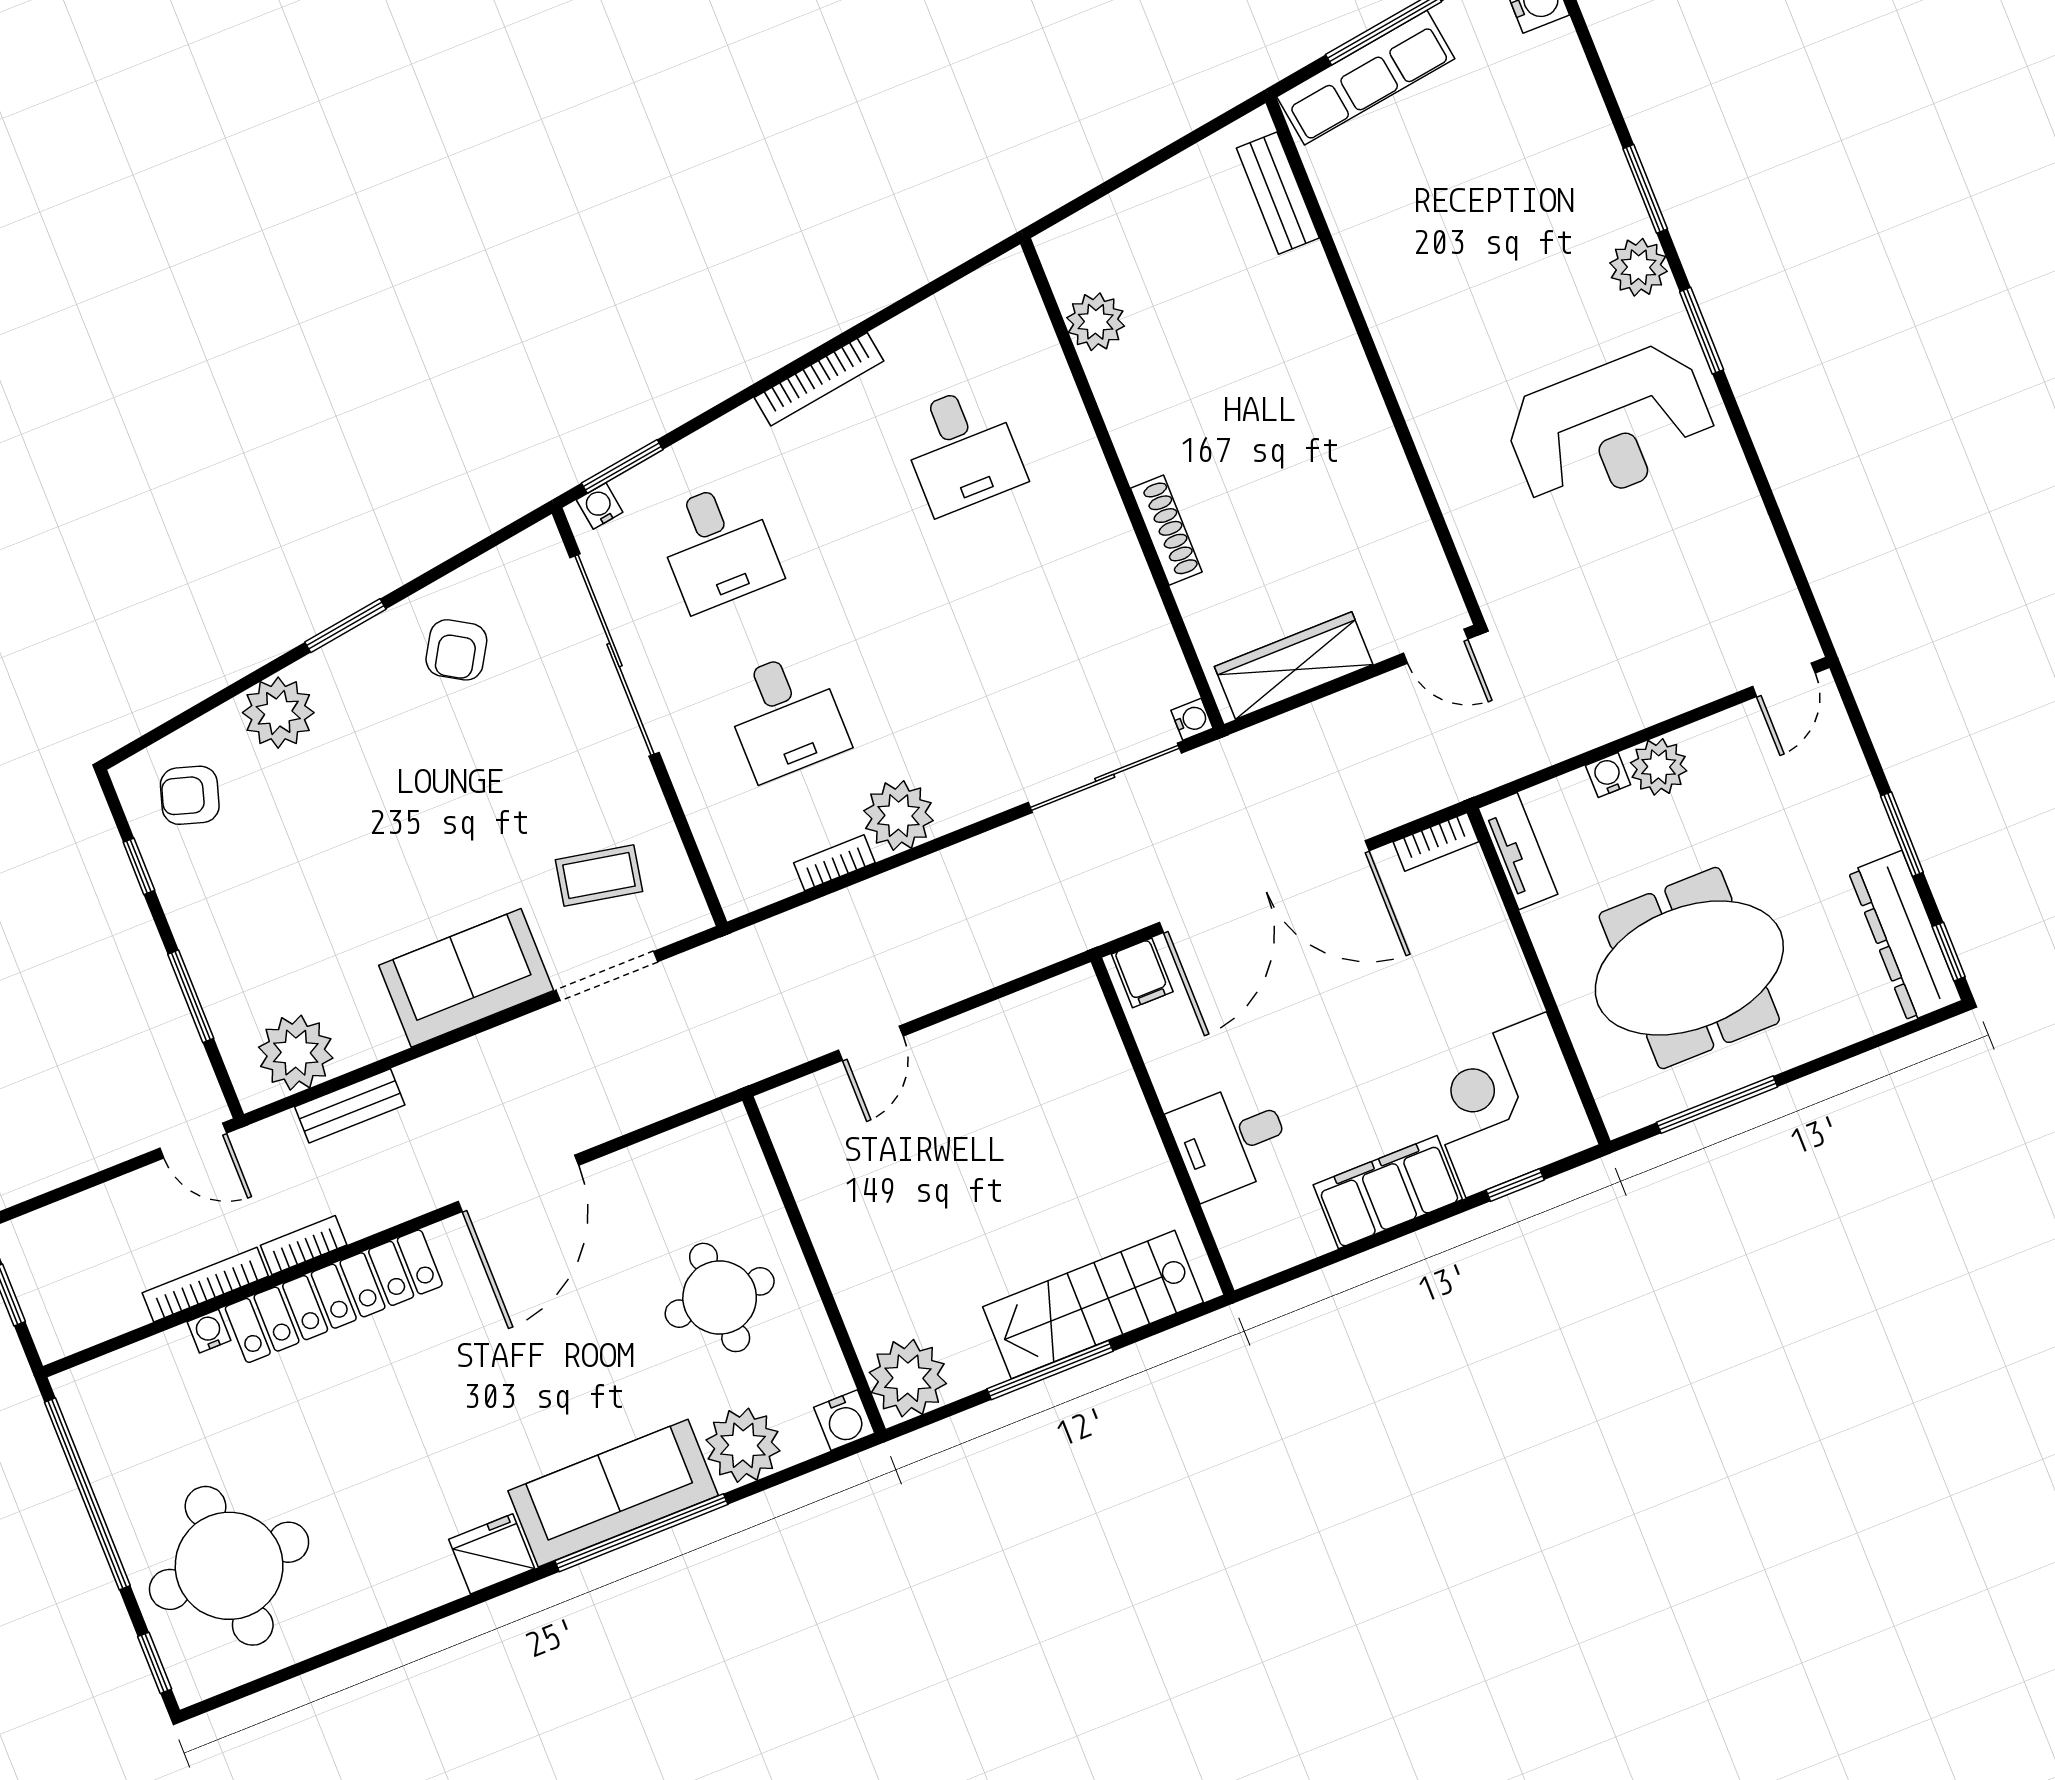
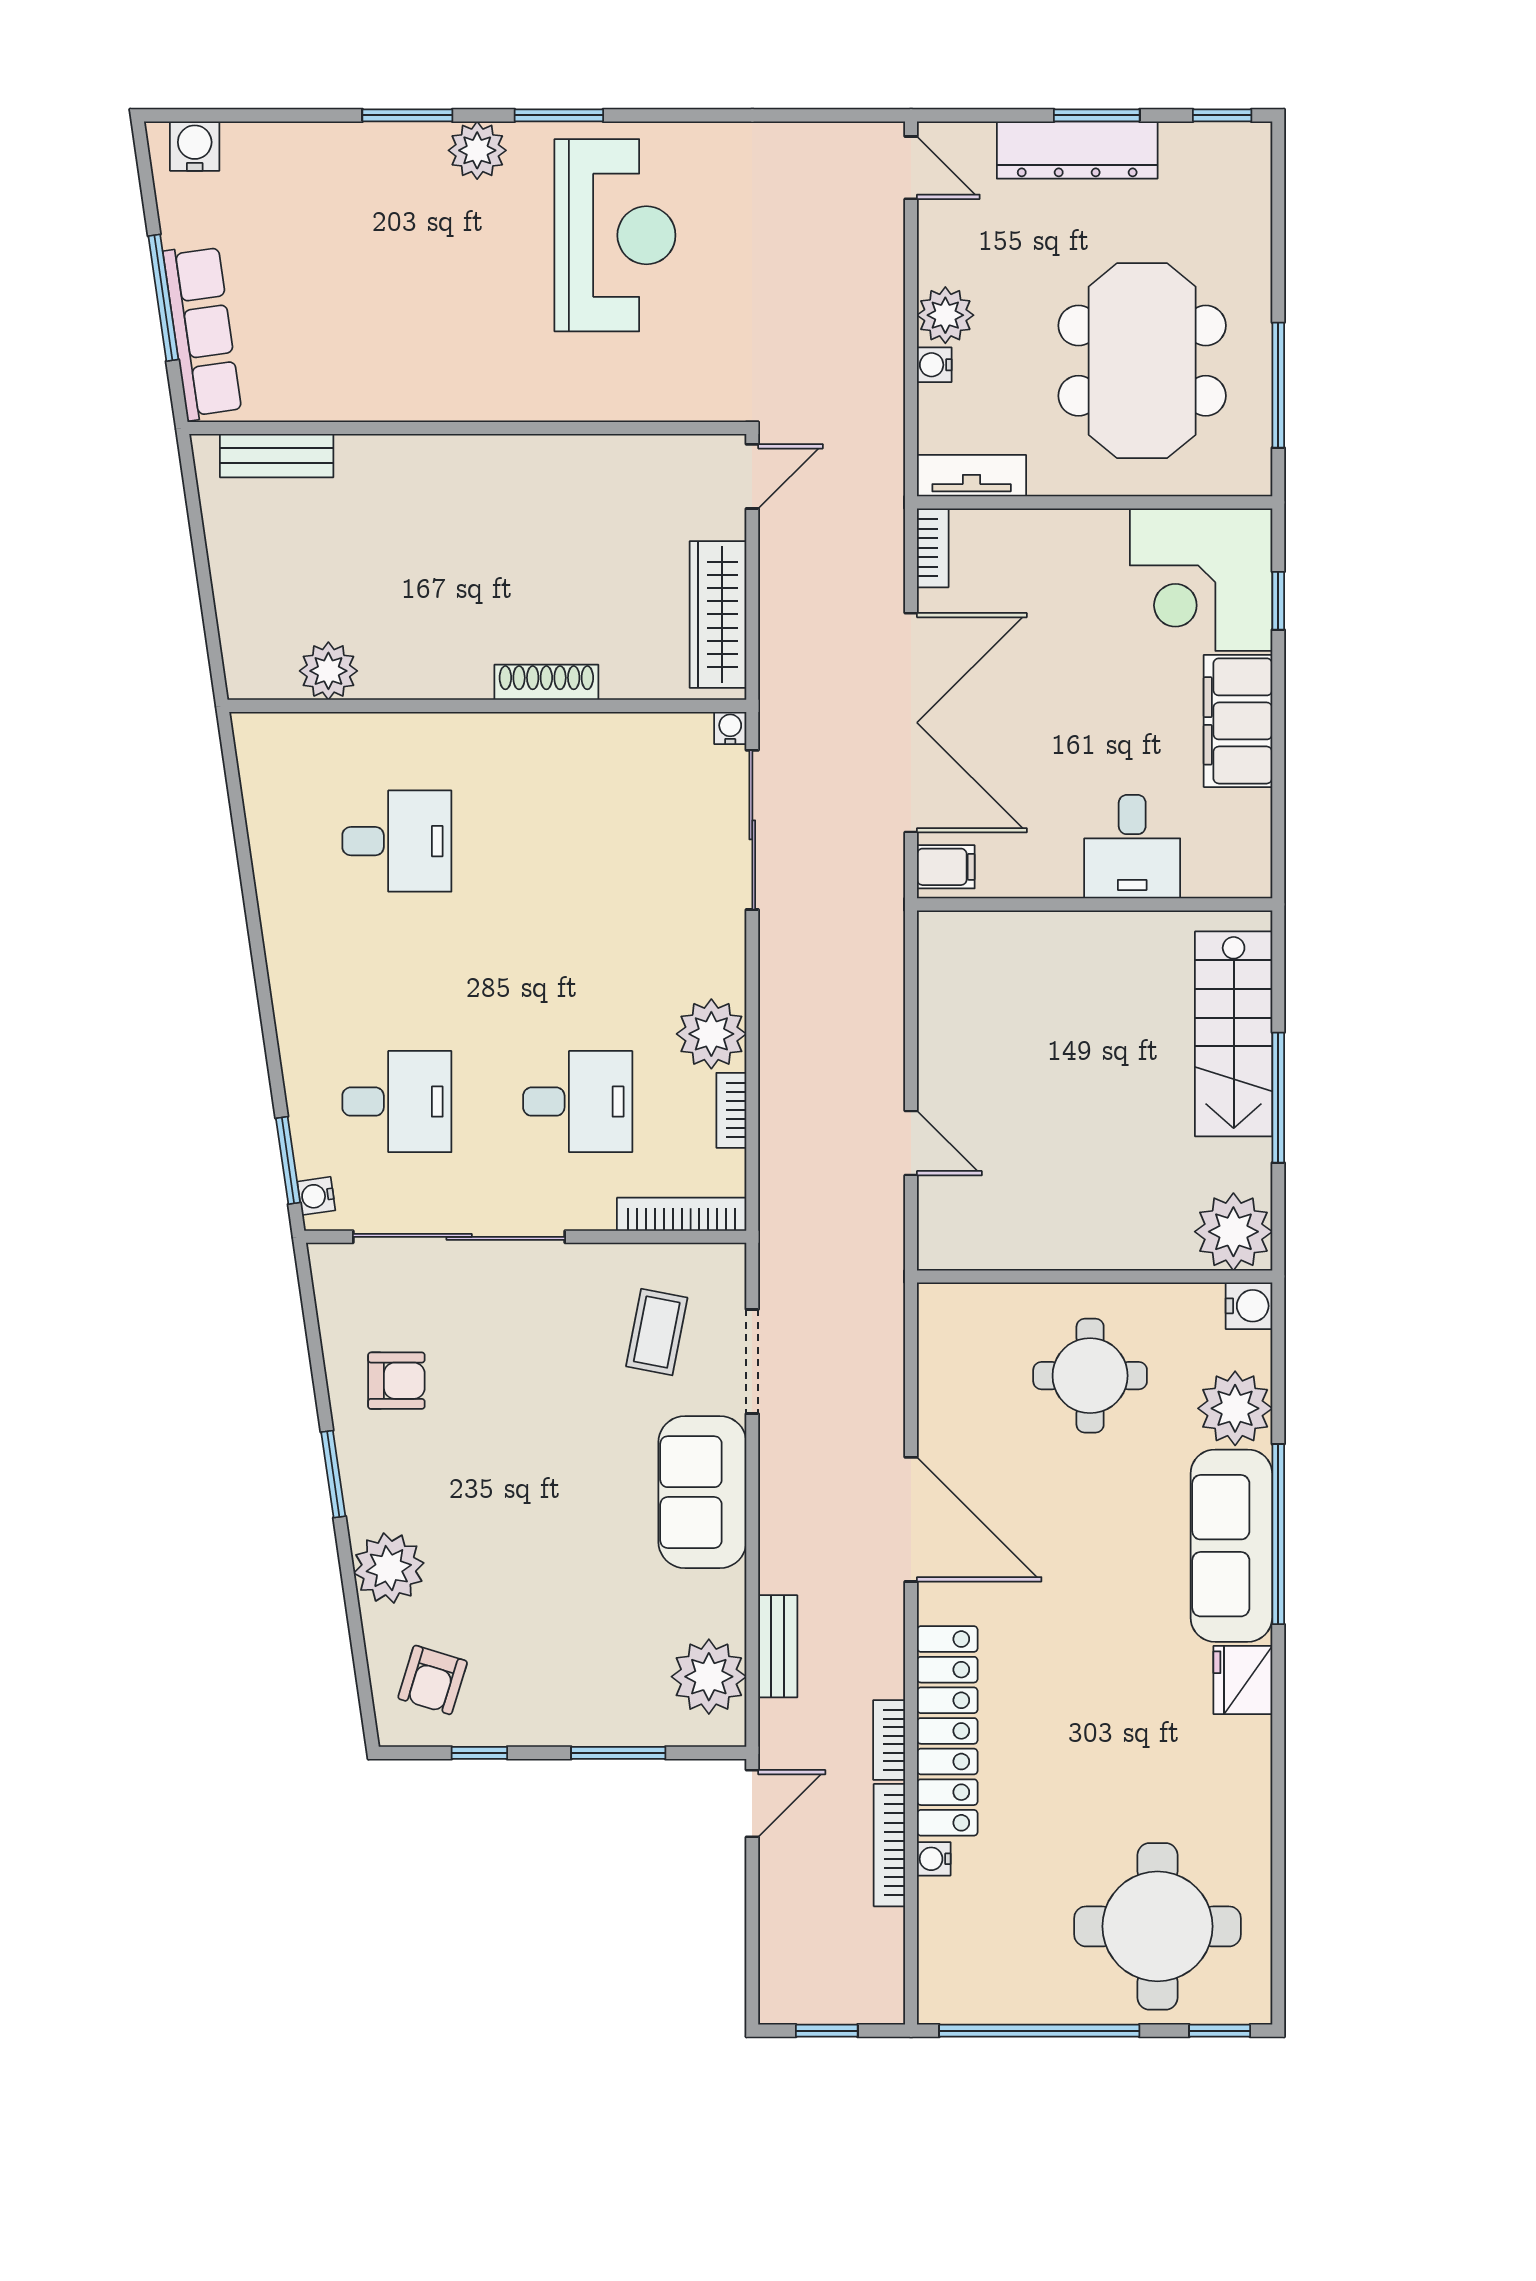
bookcase: (819, 379) -> (682, 1214), moved, turned -82
armchair: (456, 650) -> (396, 1381), turned -31
dresser: (1905, 936) -> (1077, 150), moved

